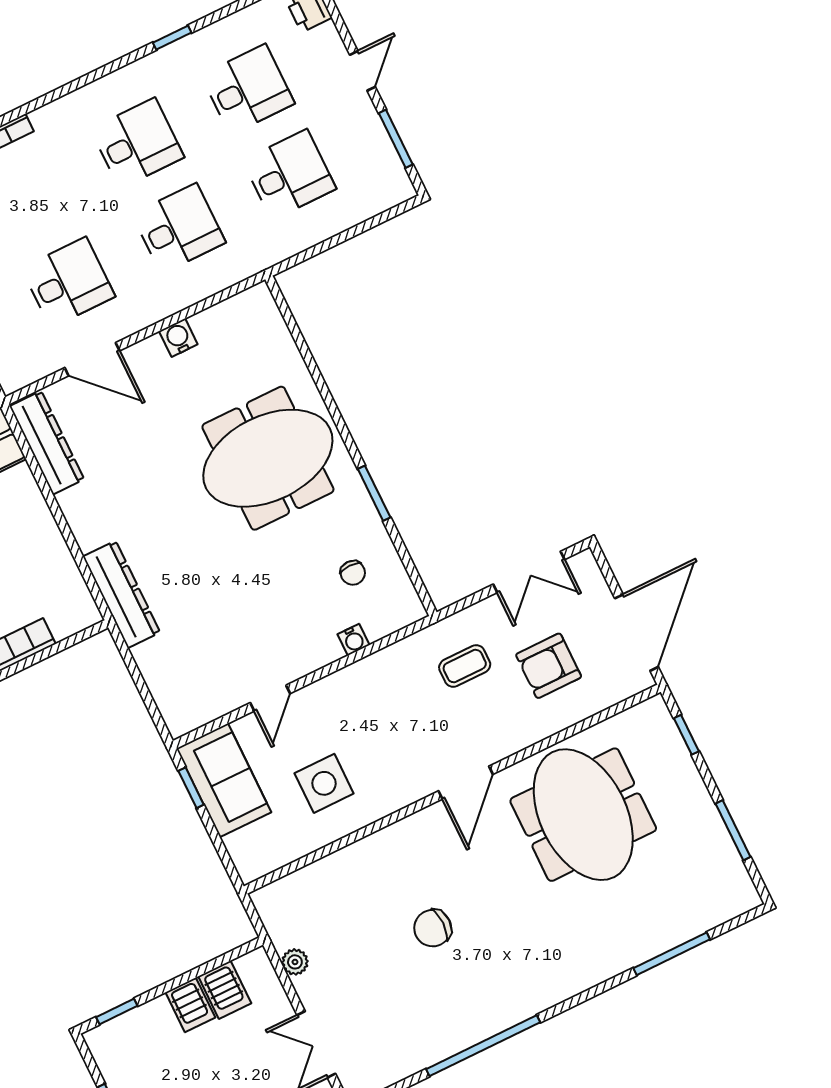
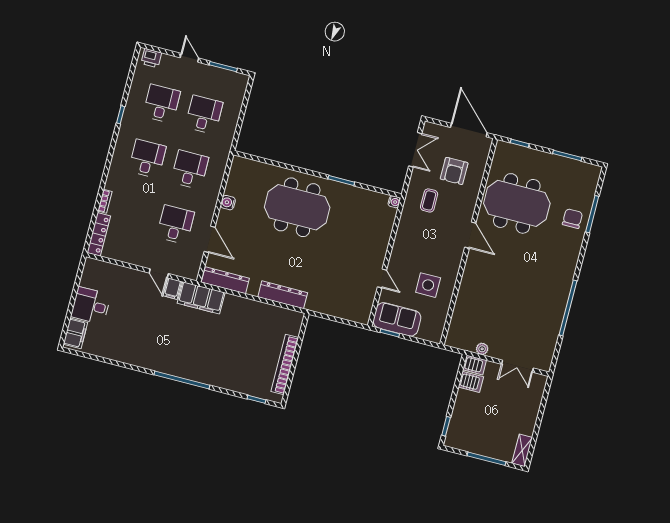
door: (92, 359) -> (210, 239), hinge flipped
meeting table: (268, 458) -> (297, 207), turned 90
chair: (353, 573) -> (363, 212), removed
dresser: (122, 594) -> (283, 295), moved
water cooler: (354, 640) -> (394, 202), moved
chair: (433, 928) -> (572, 219), moved, turned 180
server rack: (190, 1005) -> (474, 365), moved

